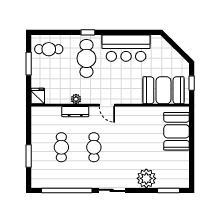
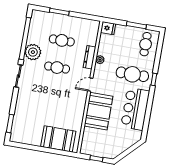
booth: (163, 90) -> (98, 111), moved
plant: (146, 178) -> (33, 52), moved

